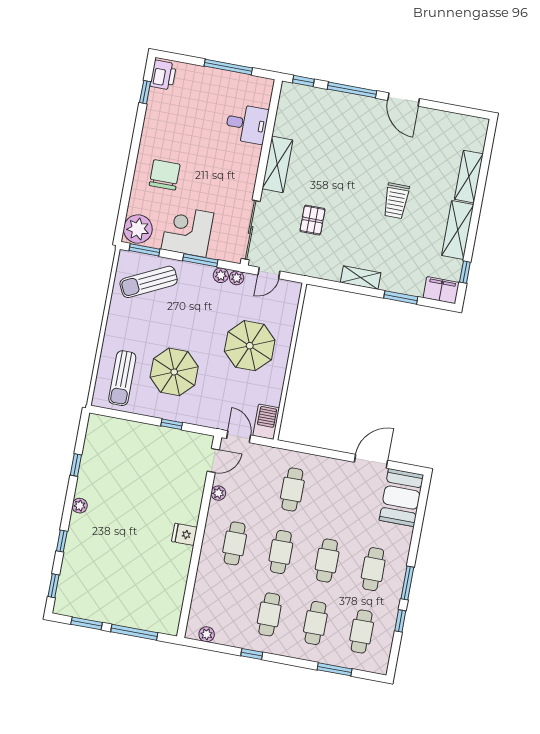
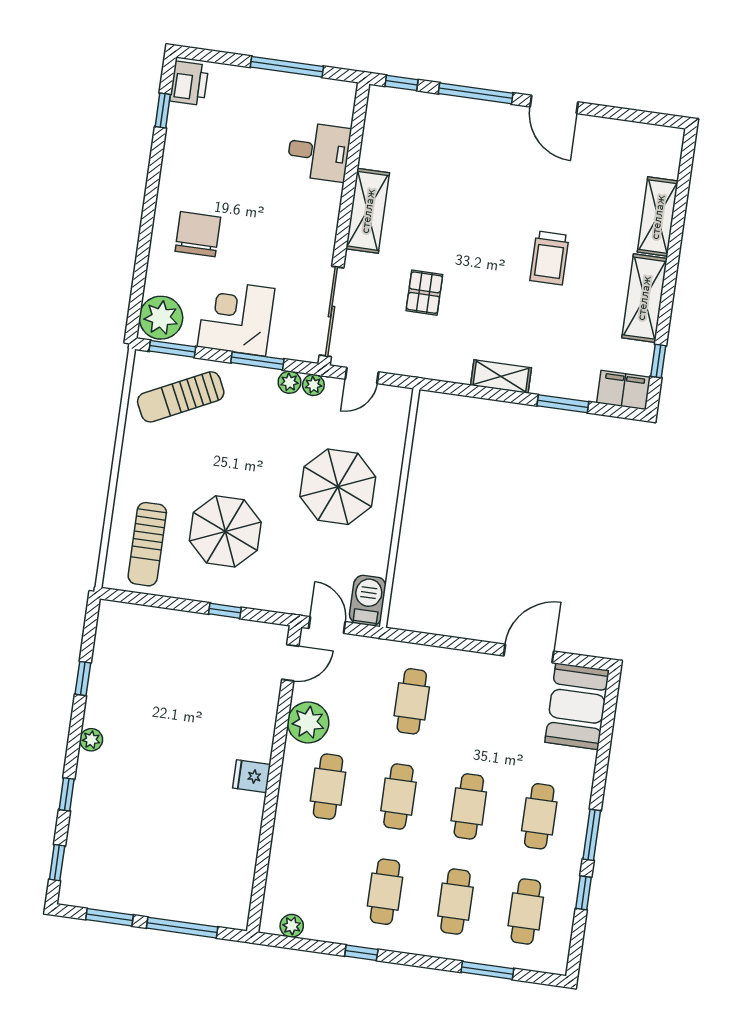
plant: (218, 493) -> (308, 722), width x1.88, depth x1.88

